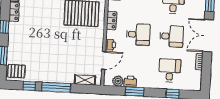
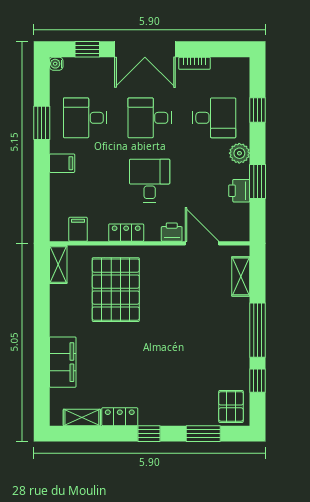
desk: (172, 36) -> (150, 118), turned -90
desk: (170, 70) -> (214, 118), turned 180
plant: (118, 81) -> (239, 153), moved

